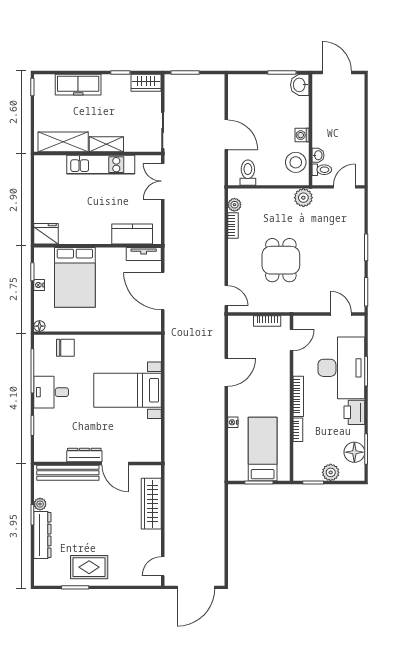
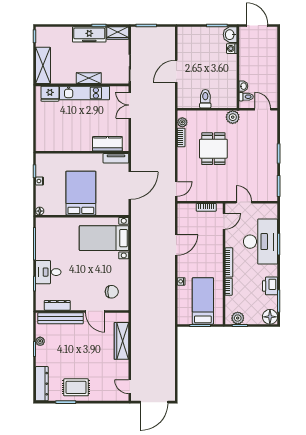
freezer: (78, 85) -> (89, 34), moved
door: (226, 135) -> (176, 71), swing flipped
washing machine: (302, 135) -> (232, 49), moved
shelving: (63, 142) -> (43, 65), moved, turned 90
stool: (296, 162) -> (227, 91), removed
toilet: (248, 173) -> (205, 99), moved
door: (344, 187) -> (263, 109), hinge flipped
fridge: (46, 234) -> (50, 94), moved, turned 180
dining table: (281, 260) -> (213, 149), moved
bed: (75, 277) -> (81, 193), moved, turned 180
door: (163, 291) -> (130, 185), swing flipped
door: (226, 296) -> (176, 189), hinge flipped
door: (341, 314) -> (244, 202), moved
chair: (65, 348) -> (112, 292), moved
bed with nightstands: (127, 390) -> (104, 238), moved
desk: (51, 392) -> (48, 272), moved
printer: (354, 412) -> (270, 286), moved
floor lamp: (354, 452) -> (270, 317), moved
dresser: (84, 455) -> (57, 305), moved
plant: (331, 472) -> (238, 318), moved
dresser: (42, 535) -> (42, 384), moved
door: (163, 566) -> (130, 387), hinge flipped

